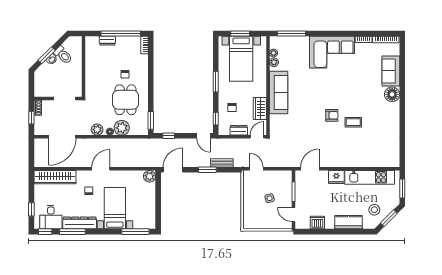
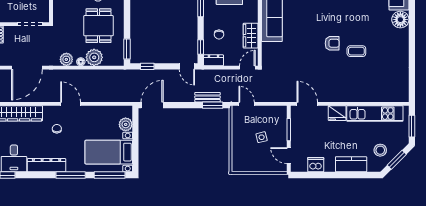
dresser: (239, 130) -> (213, 60), moved
door: (101, 169) -> (71, 104), hinge flipped
door: (310, 169) -> (307, 104), hinge flipped
window: (207, 170) -> (213, 105), moved
plant: (150, 176) -> (126, 124), moved
bed with nightstands: (115, 208) -> (109, 152), moved, turned -90
window: (72, 232) -> (71, 175), moved

